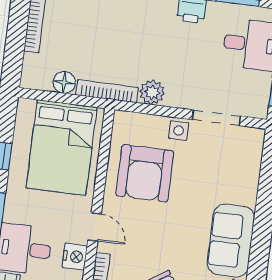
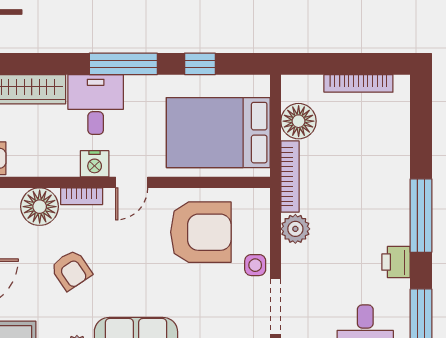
floor lamp: (64, 82) -> (299, 121), width x1.38, depth x1.38
armchair: (145, 173) -> (201, 232), turned 180

